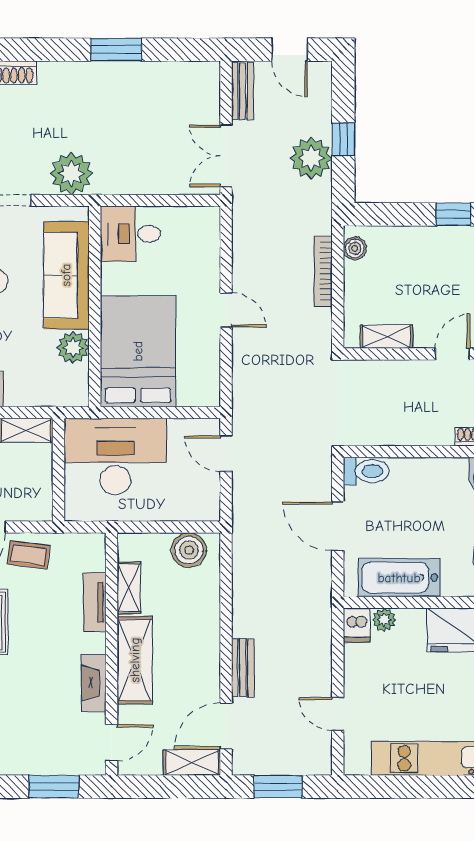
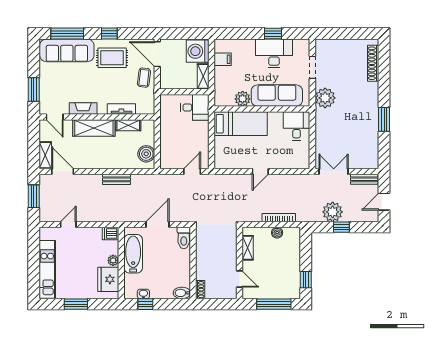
boiler: (355, 248) -> (277, 233), moved
bed: (138, 351) -> (241, 124), width x0.67
desk: (115, 456) -> (195, 107), width x0.53, depth x0.77
plant: (384, 620) -> (113, 260), moved
bench: (243, 668) -> (117, 179), moved

